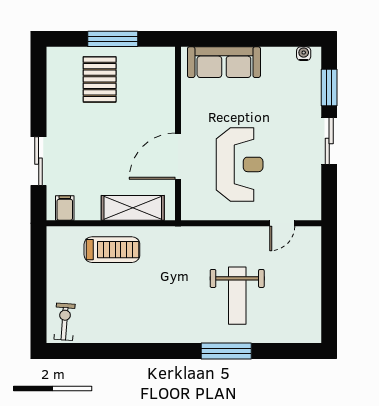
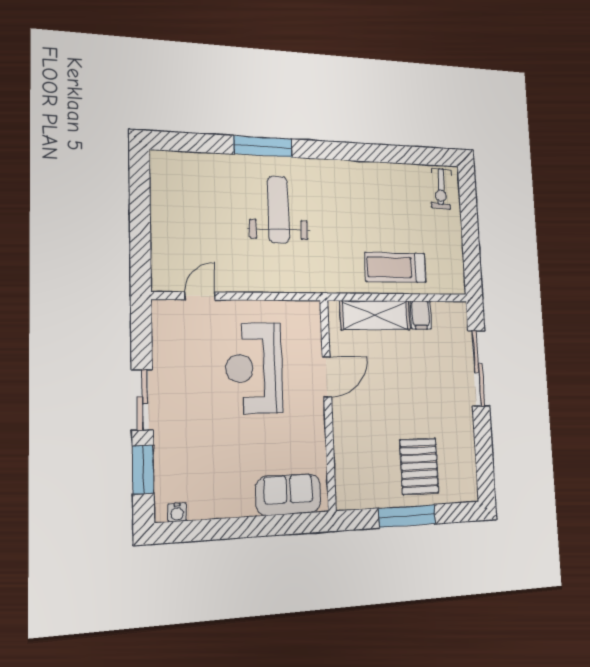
sofa: (224, 62) -> (288, 495), width x0.73
door: (178, 156) -> (327, 377), width x0.73
sliding door: (39, 161) -> (479, 368), width x1.37
filing cabinet: (65, 208) -> (421, 315), moved
weight bench: (237, 296) -> (278, 209), moved

